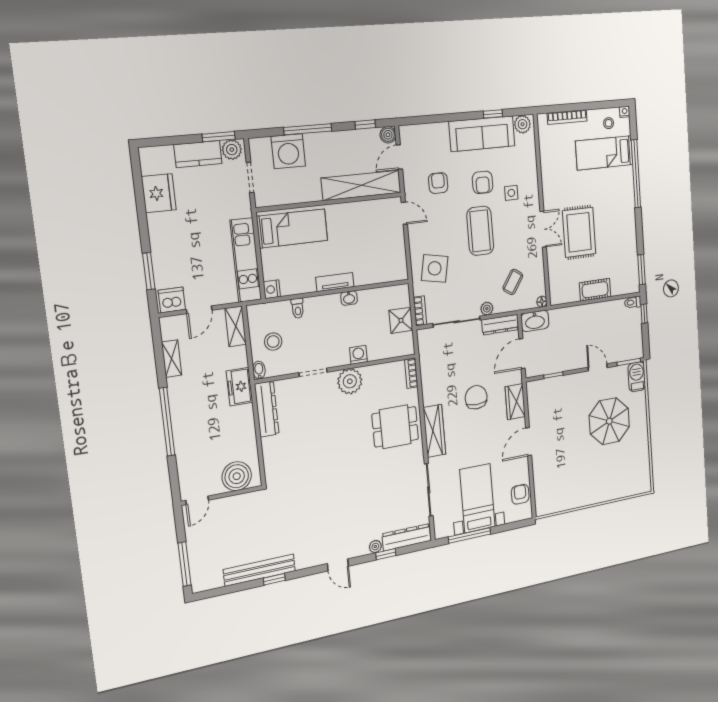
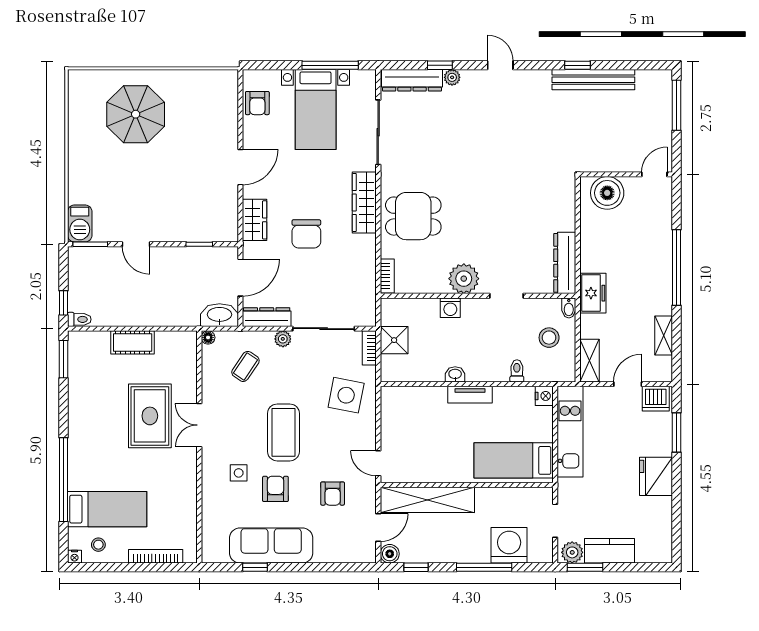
plant: (522, 124) -> (217, 552), removed
fridge: (159, 193) -> (656, 476), moved
parasol: (609, 421) -> (136, 114), moved

